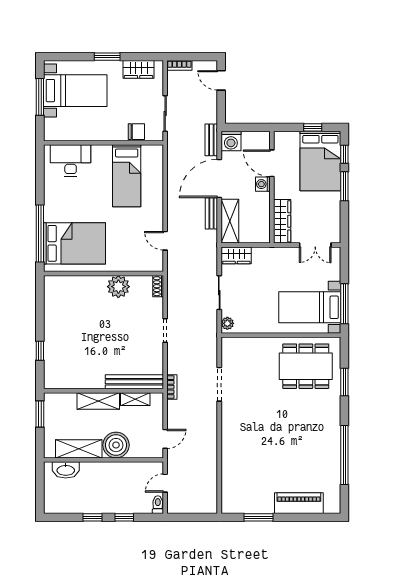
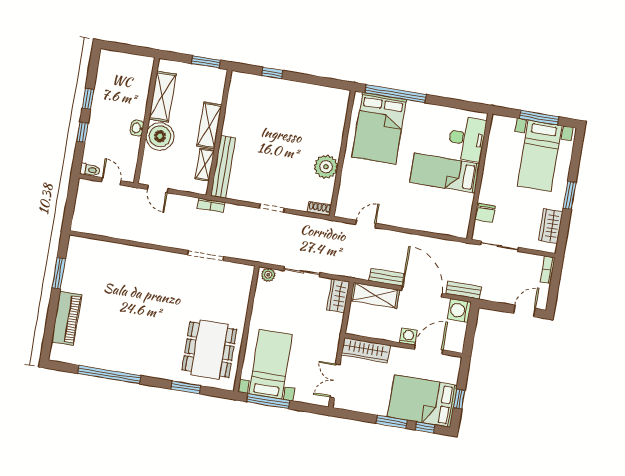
bed: (127, 176) -> (445, 173), moved
washbasin: (66, 470) -> (137, 128), moved, width x0.52, depth x0.69

